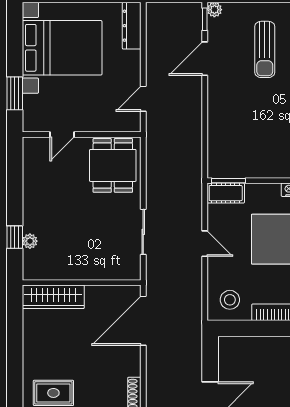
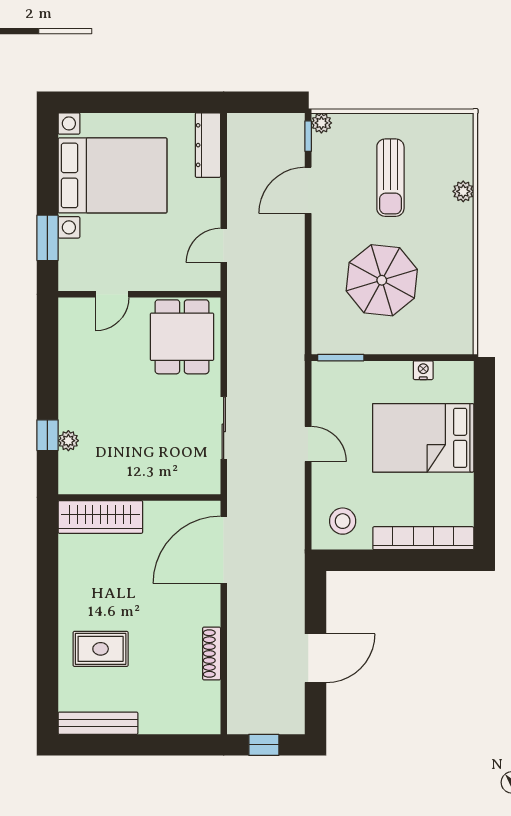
parasol: (258, 124) -> (382, 280), added
cot: (226, 193) -> (337, 375), removed

